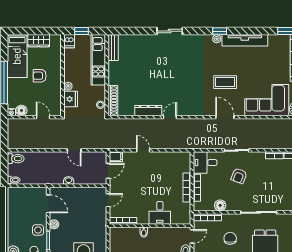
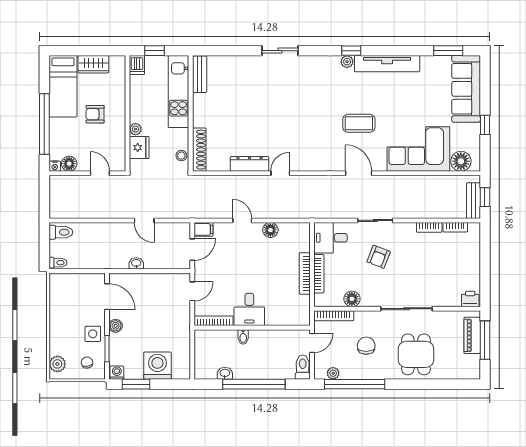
floor lamp: (163, 157) -> (270, 230), added
desk: (160, 213) -> (249, 309), moved

